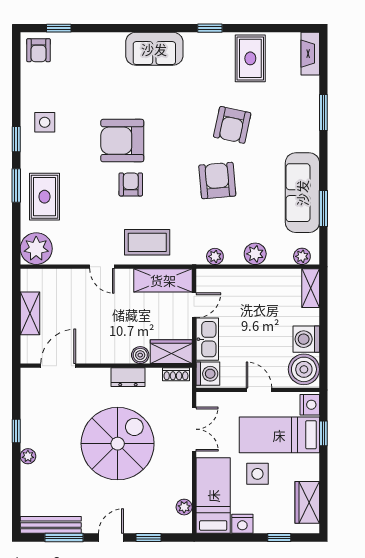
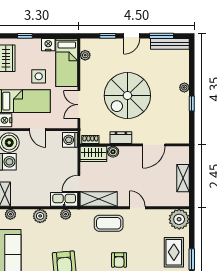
kitchen sink: (207, 339) -> (64, 199), moved, turned 90
door: (58, 366) -> (154, 145), moved

